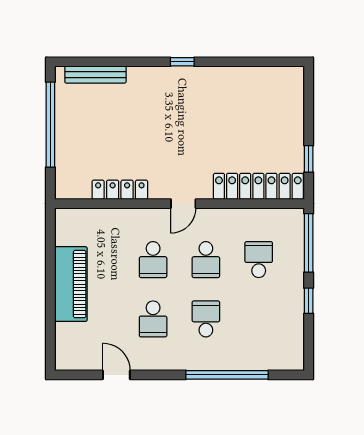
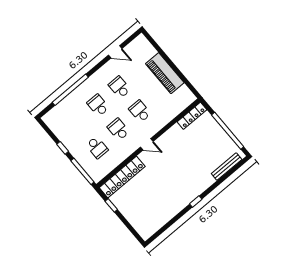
locker: (120, 190) -> (192, 116), moved
door: (183, 204) -> (147, 144), swing flipped
school desk: (206, 319) -> (98, 105), turned 180

